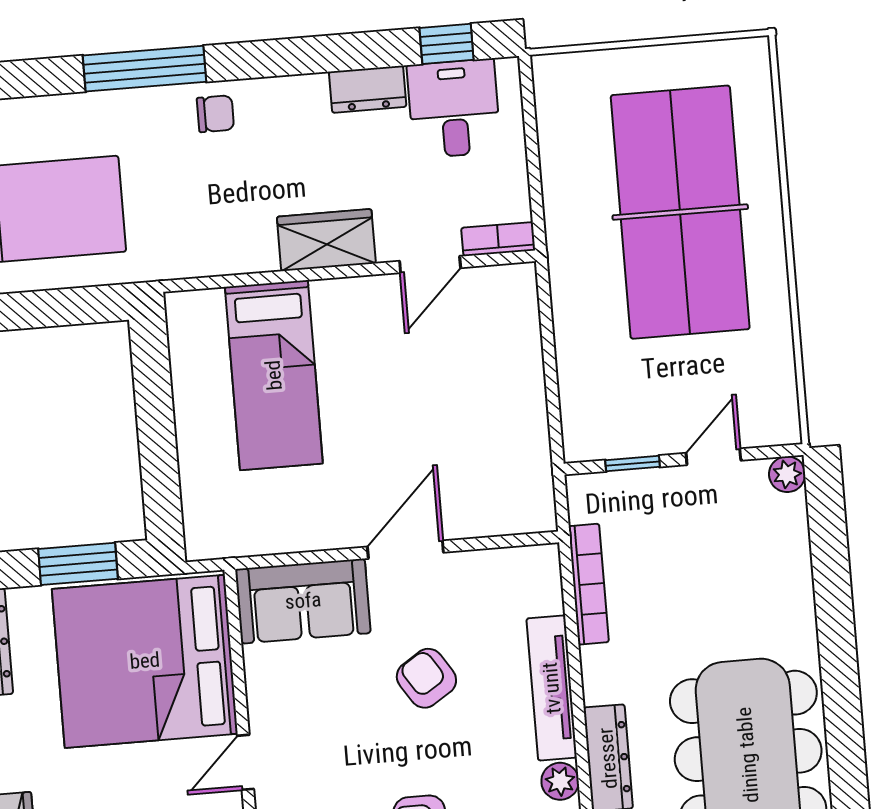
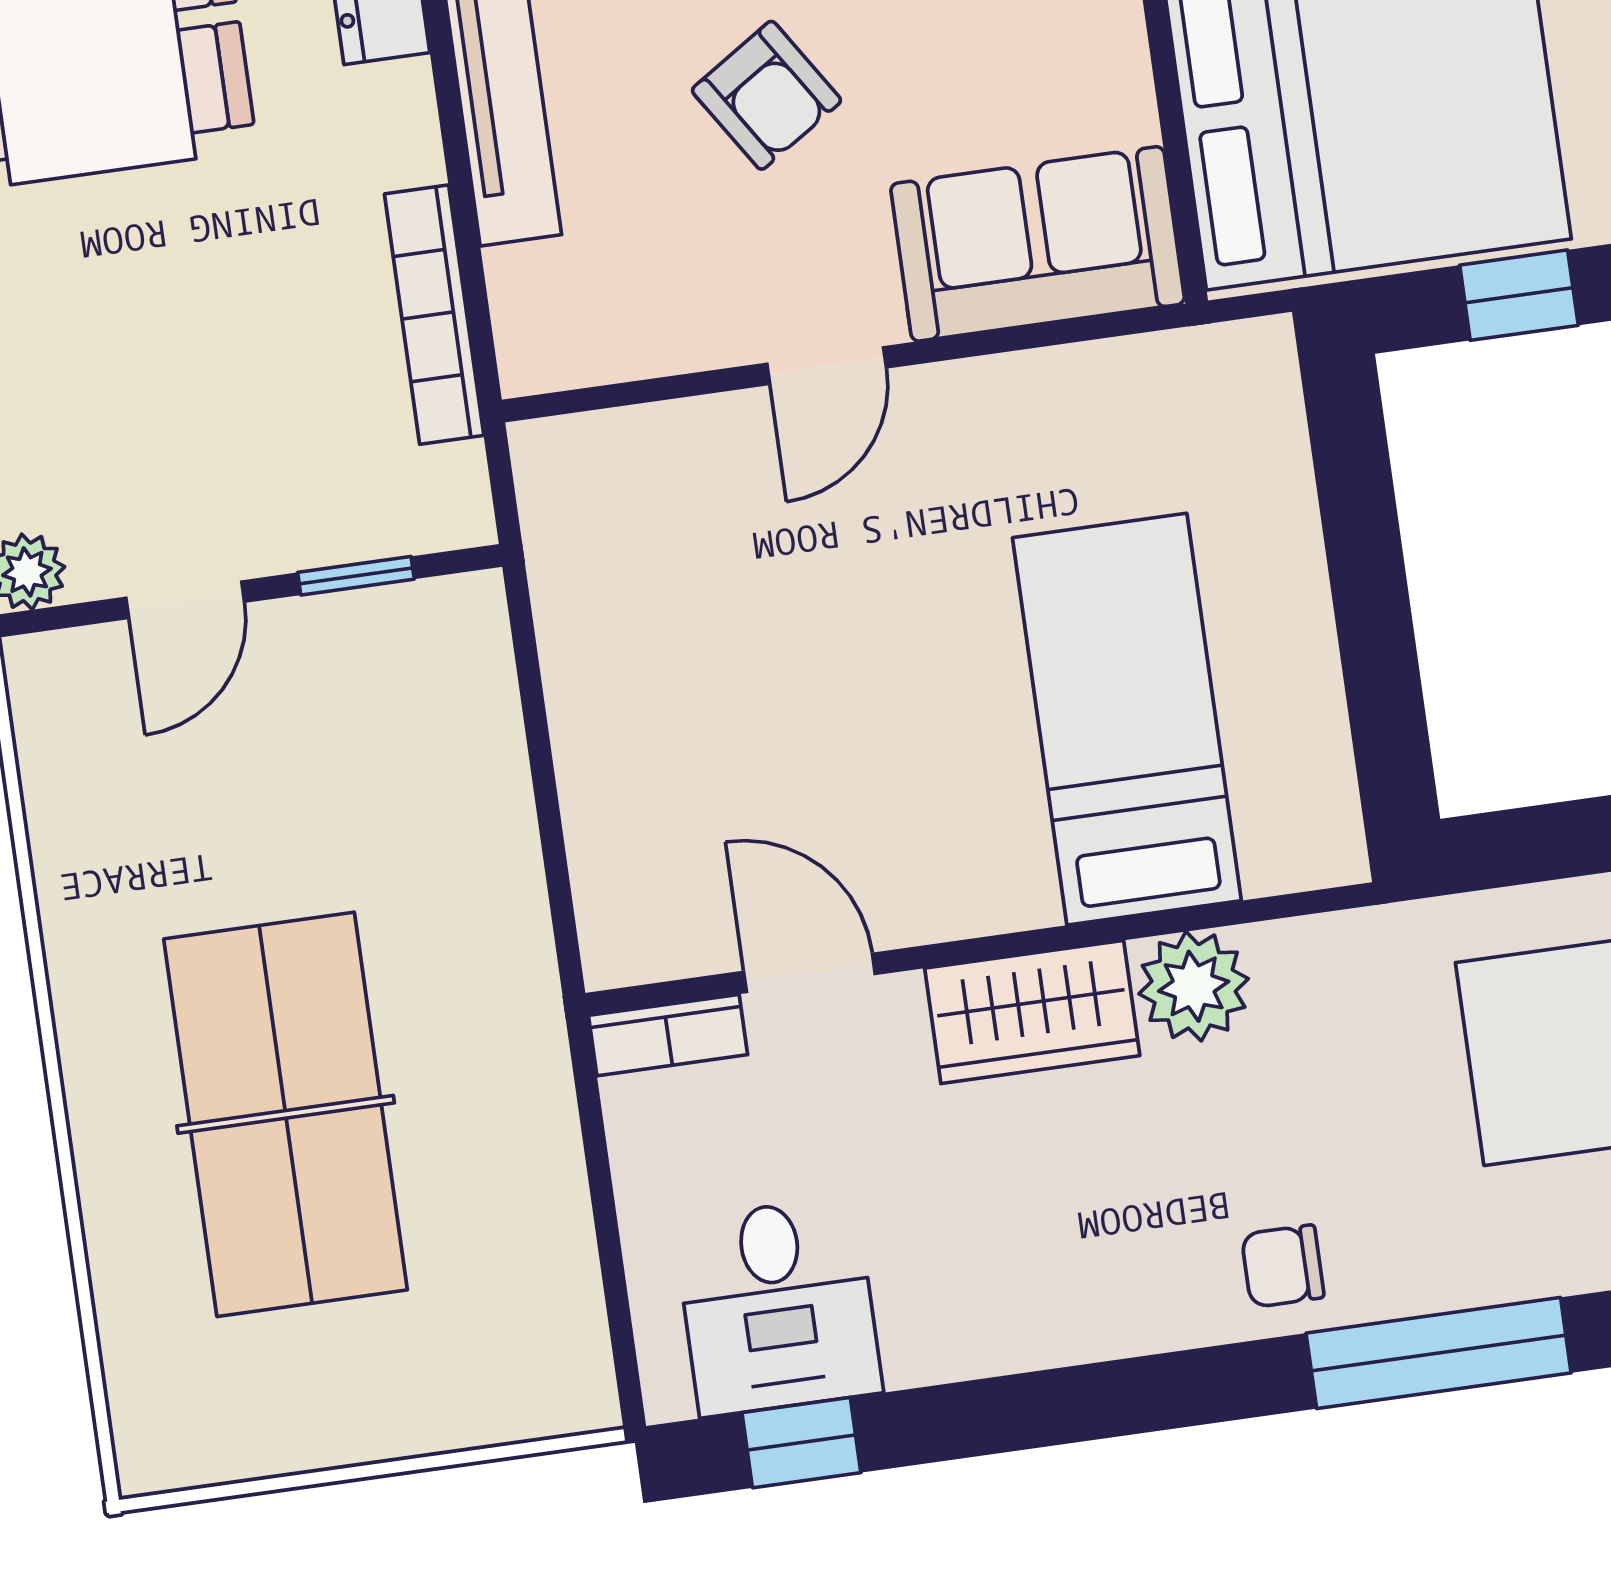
dresser: (368, 89) -> (963, 1337), removed
table tennis table: (680, 212) -> (286, 1114), width x0.73, depth x0.76
plant: (250, 248) -> (1194, 986), added
door: (430, 264) -> (809, 973), hinge flipped
door: (405, 550) -> (827, 366), width x0.73
window: (78, 564) -> (1519, 295), width x0.67

